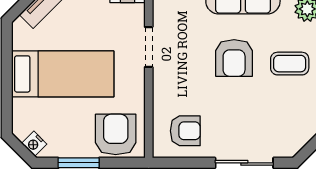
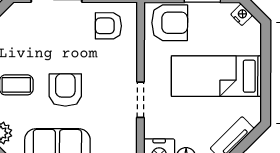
armchair: (116, 134) -> (170, 23), turned -90

